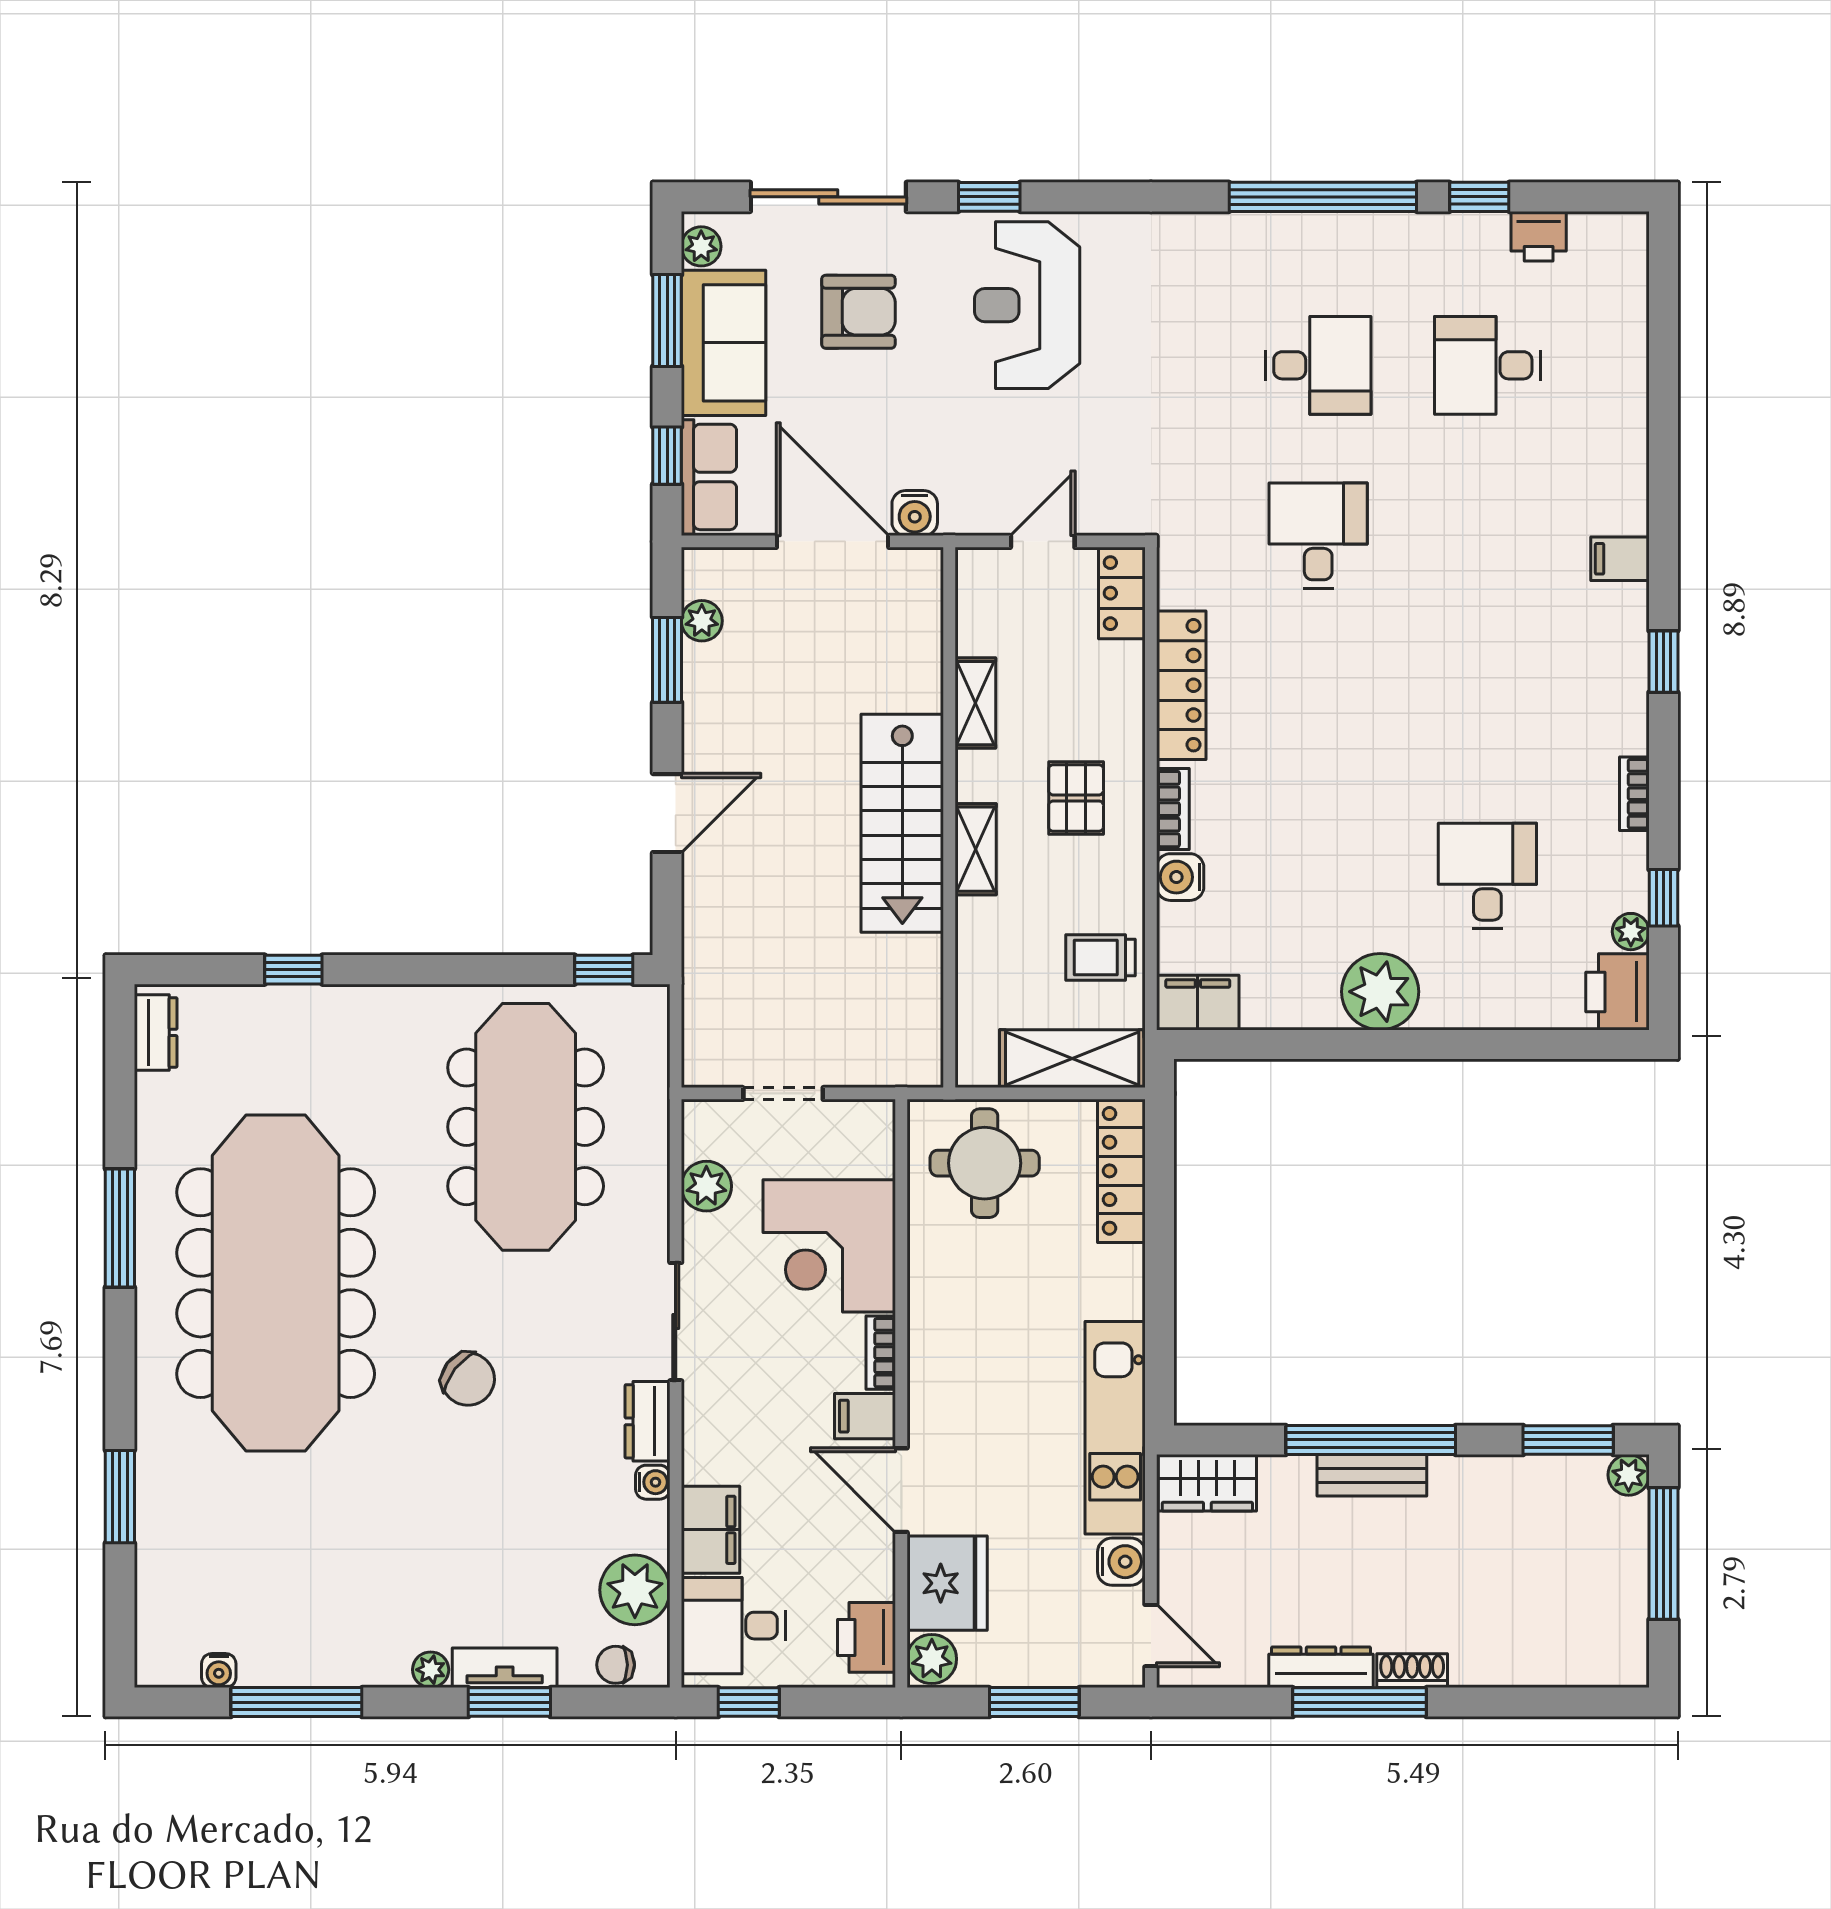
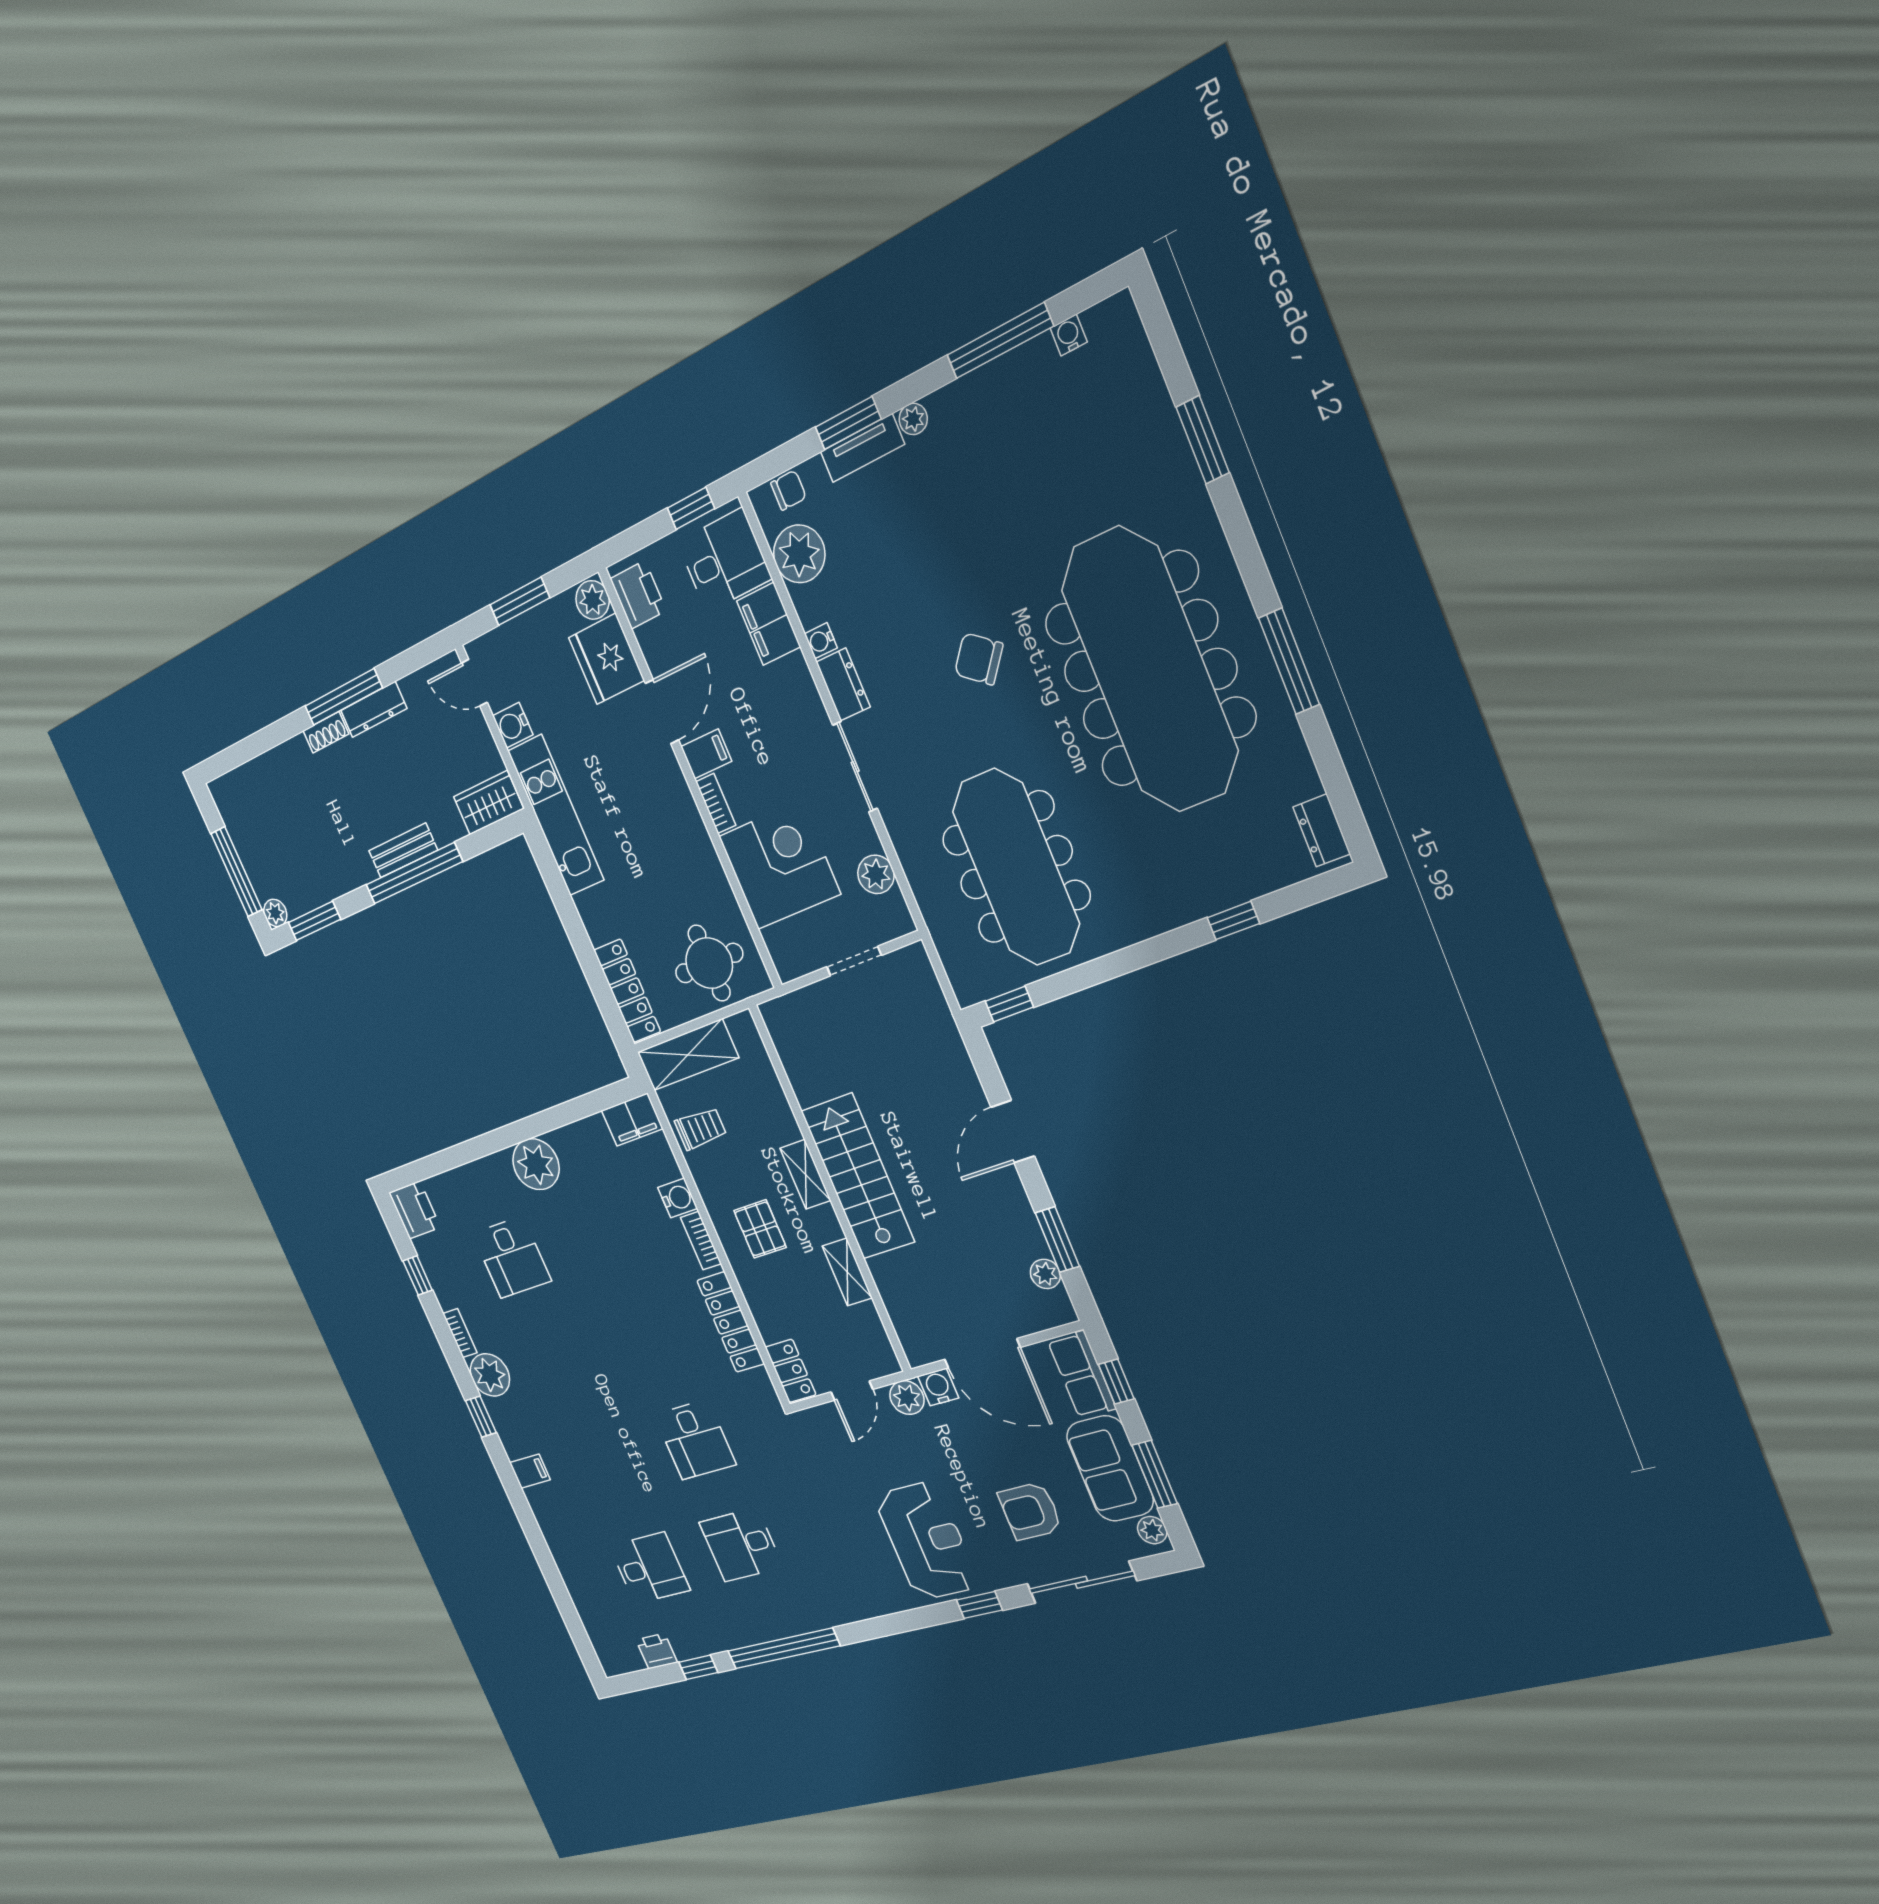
plant: (966, 511) -> (907, 1398), added
plant: (1631, 932) -> (490, 1375), moved, width x1.88, depth x1.88
door: (901, 1490) -> (662, 712), hinge flipped

